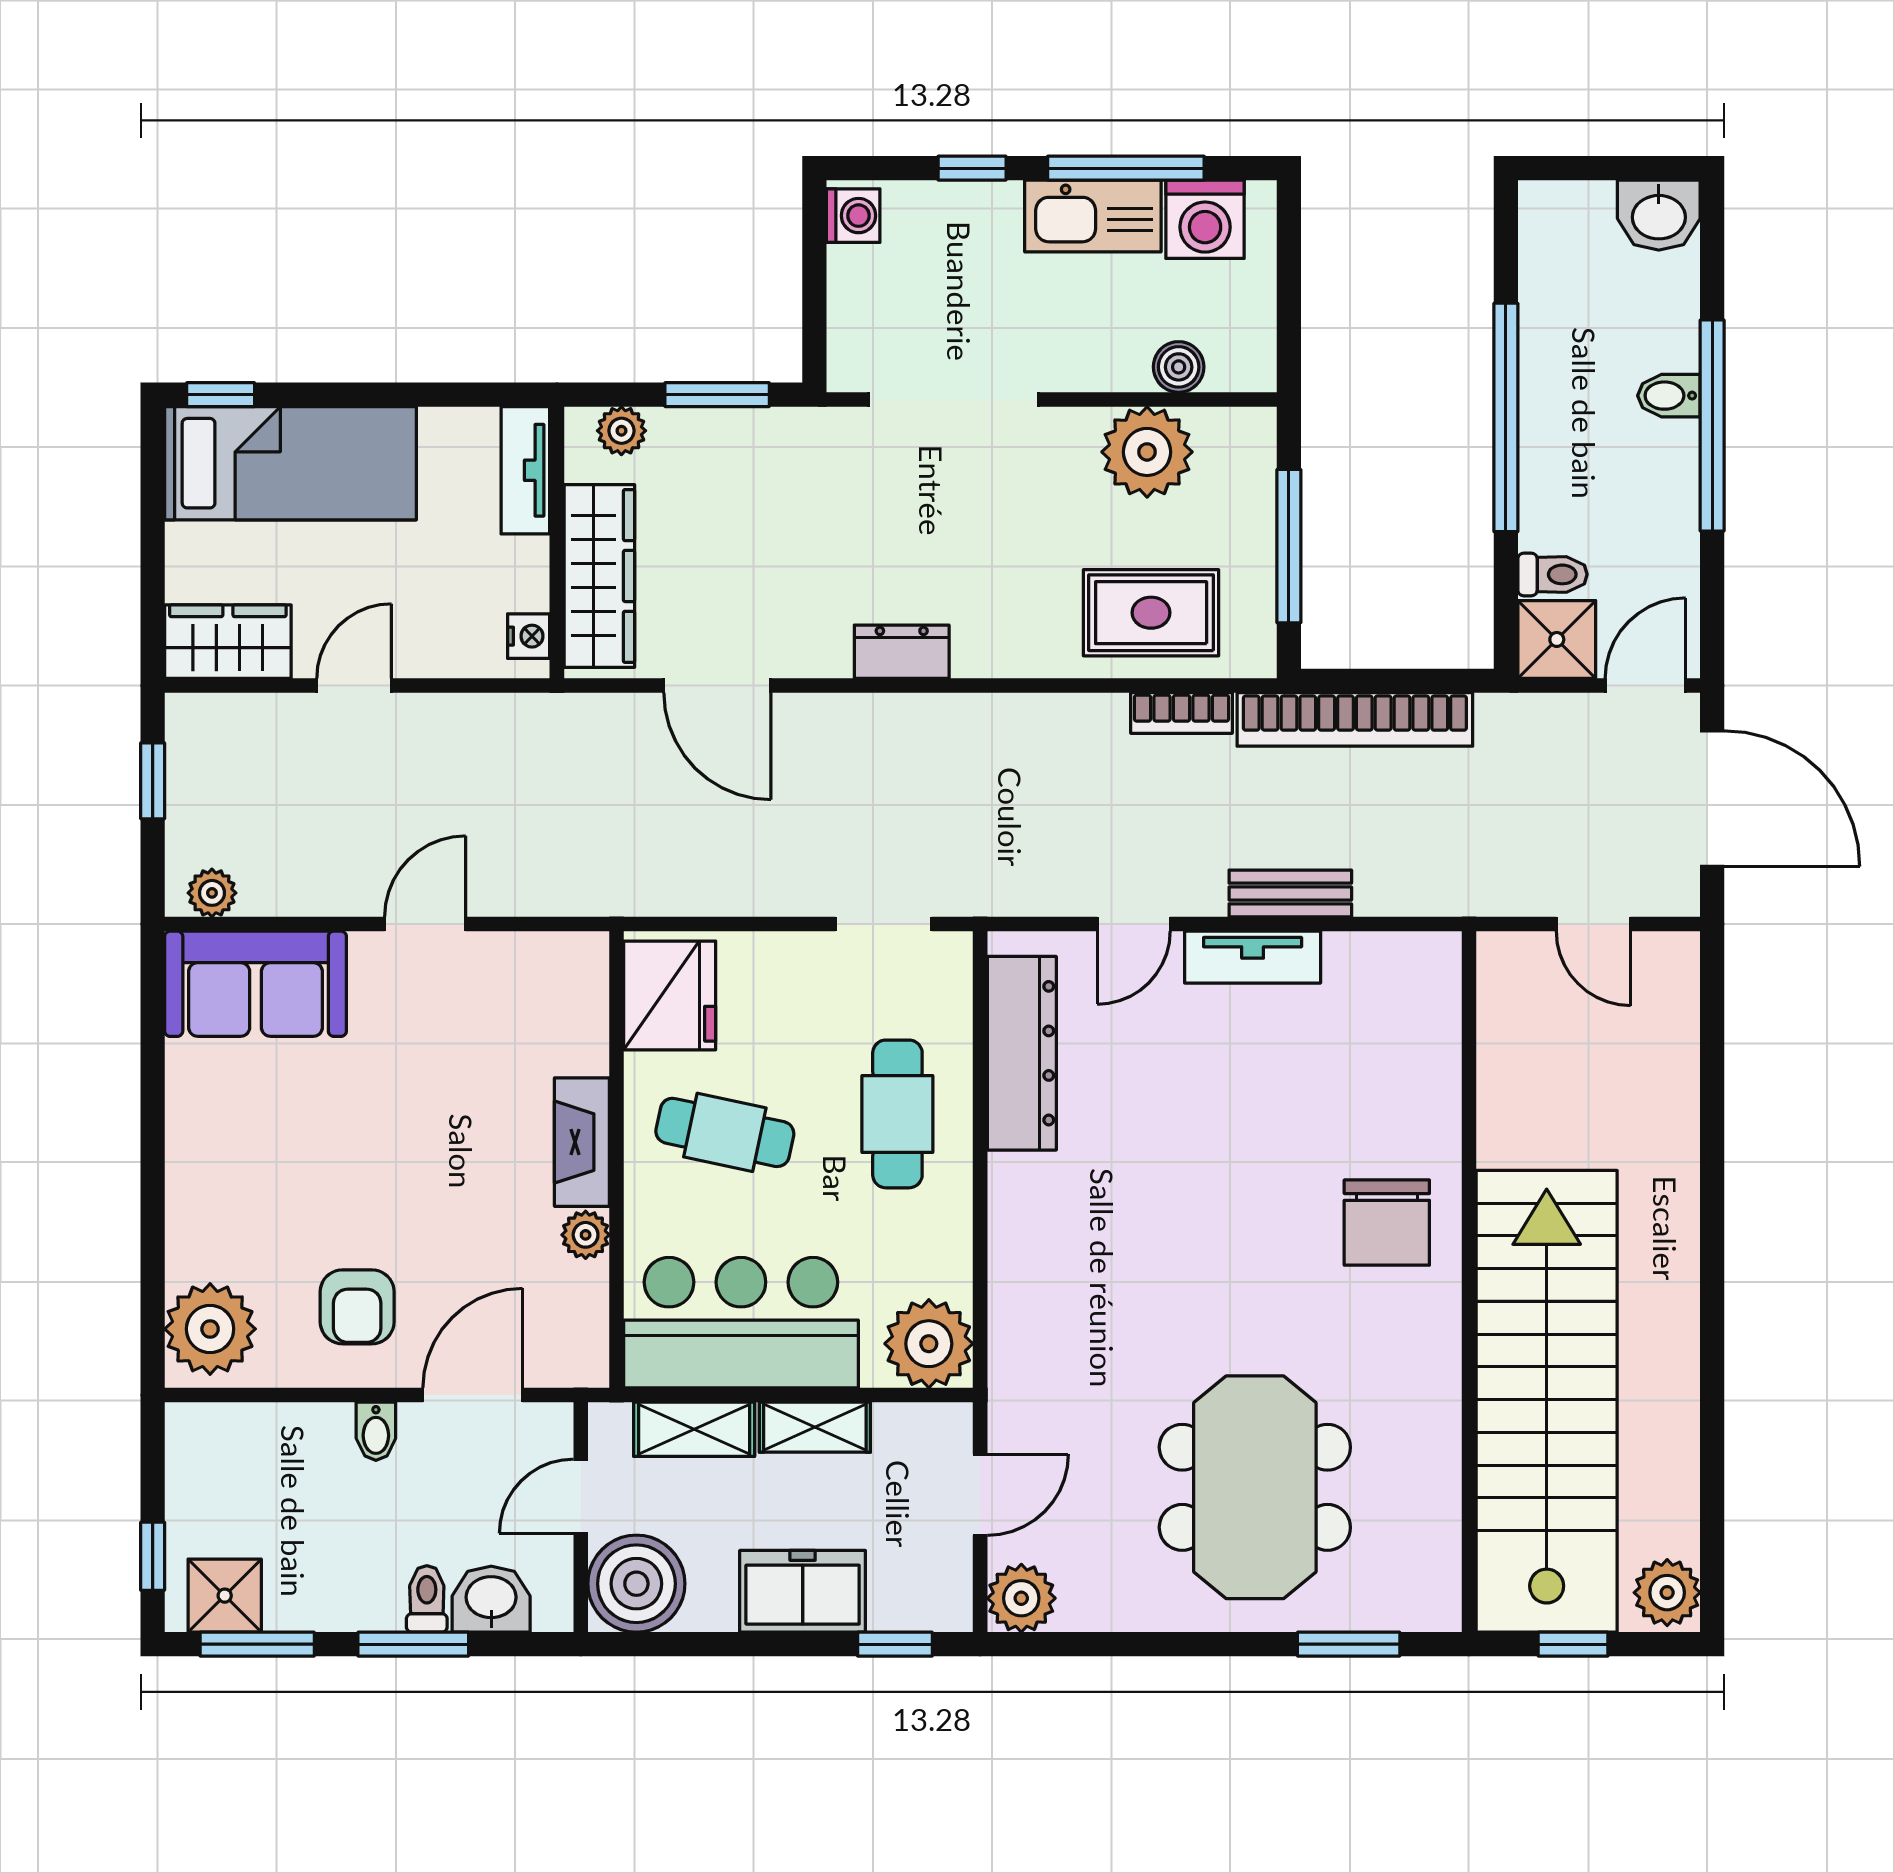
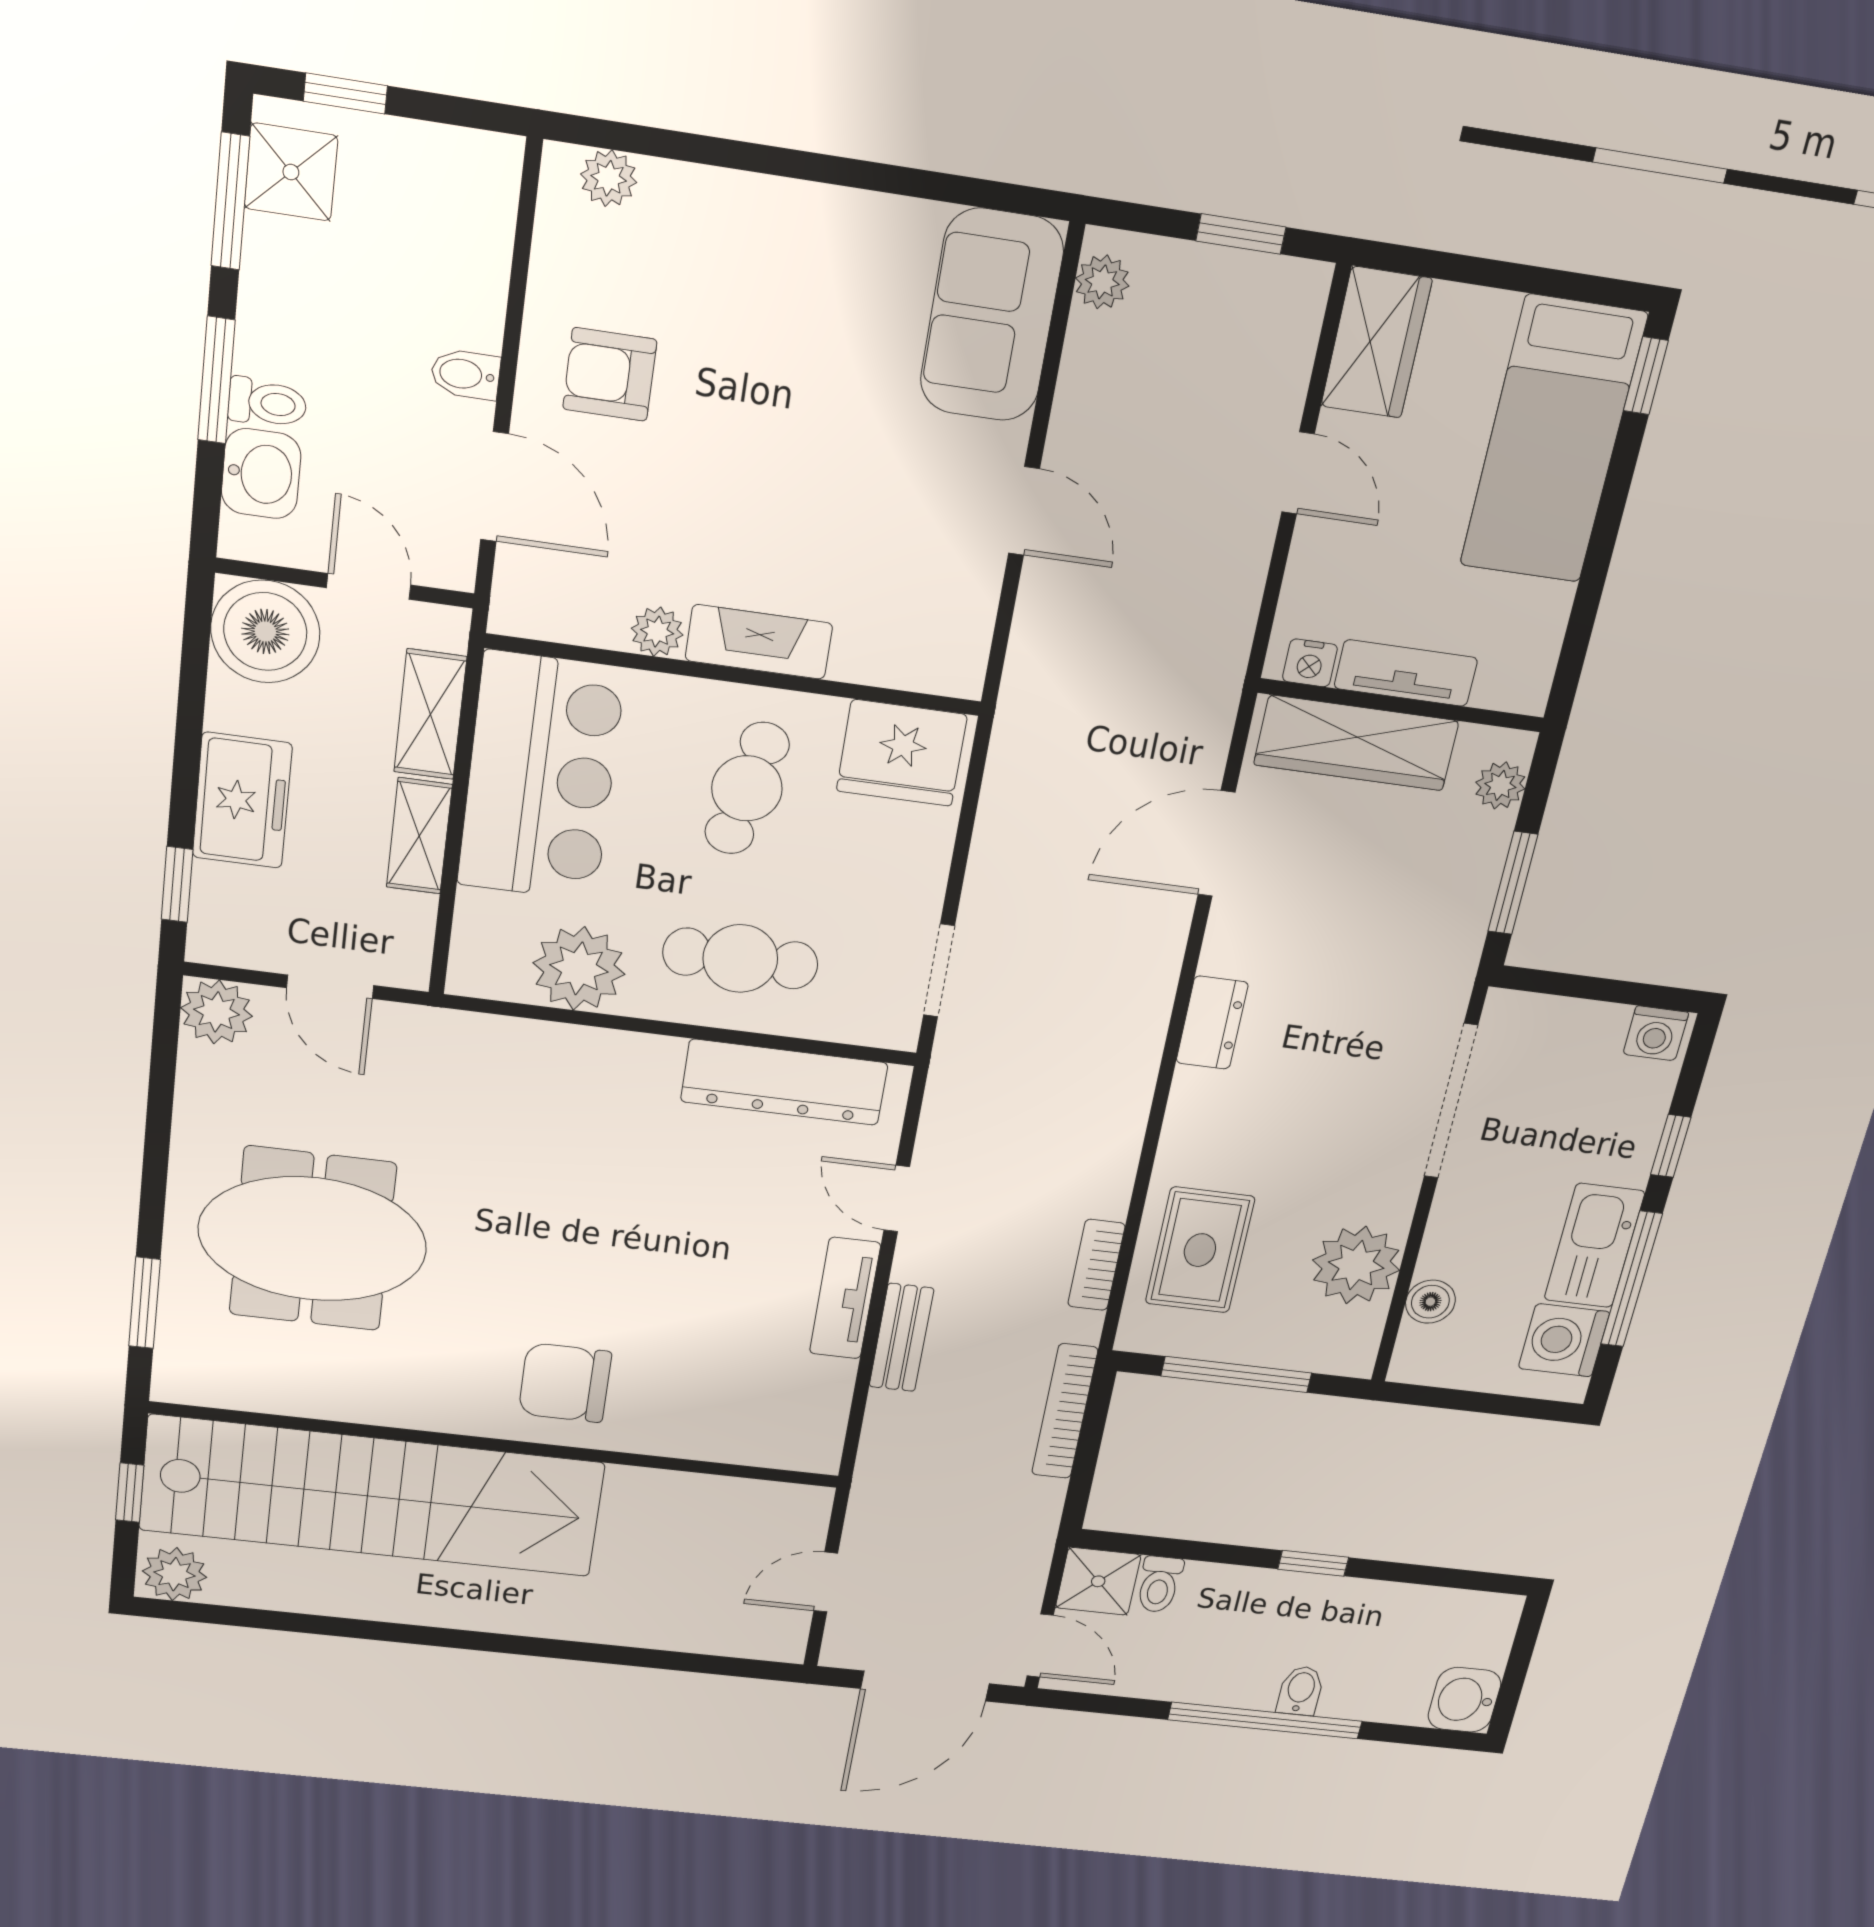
window: (1506, 417) -> (1313, 1563), width x0.32
tv unit: (525, 470) -> (1406, 673), moved
bookcase: (1355, 719) -> (1065, 1411), width x0.68, depth x0.76
plant: (210, 1329) -> (609, 178), width x0.53, depth x0.53
plant: (929, 1344) -> (579, 968), moved

